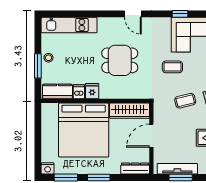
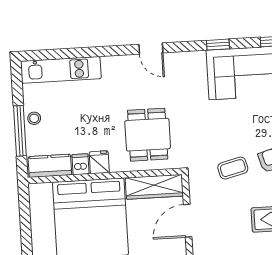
dining table: (120, 60) -> (148, 135), moved, turned 90
window: (38, 66) -> (20, 131), width x1.44
coffee table: (172, 67) -> (212, 121), removed

